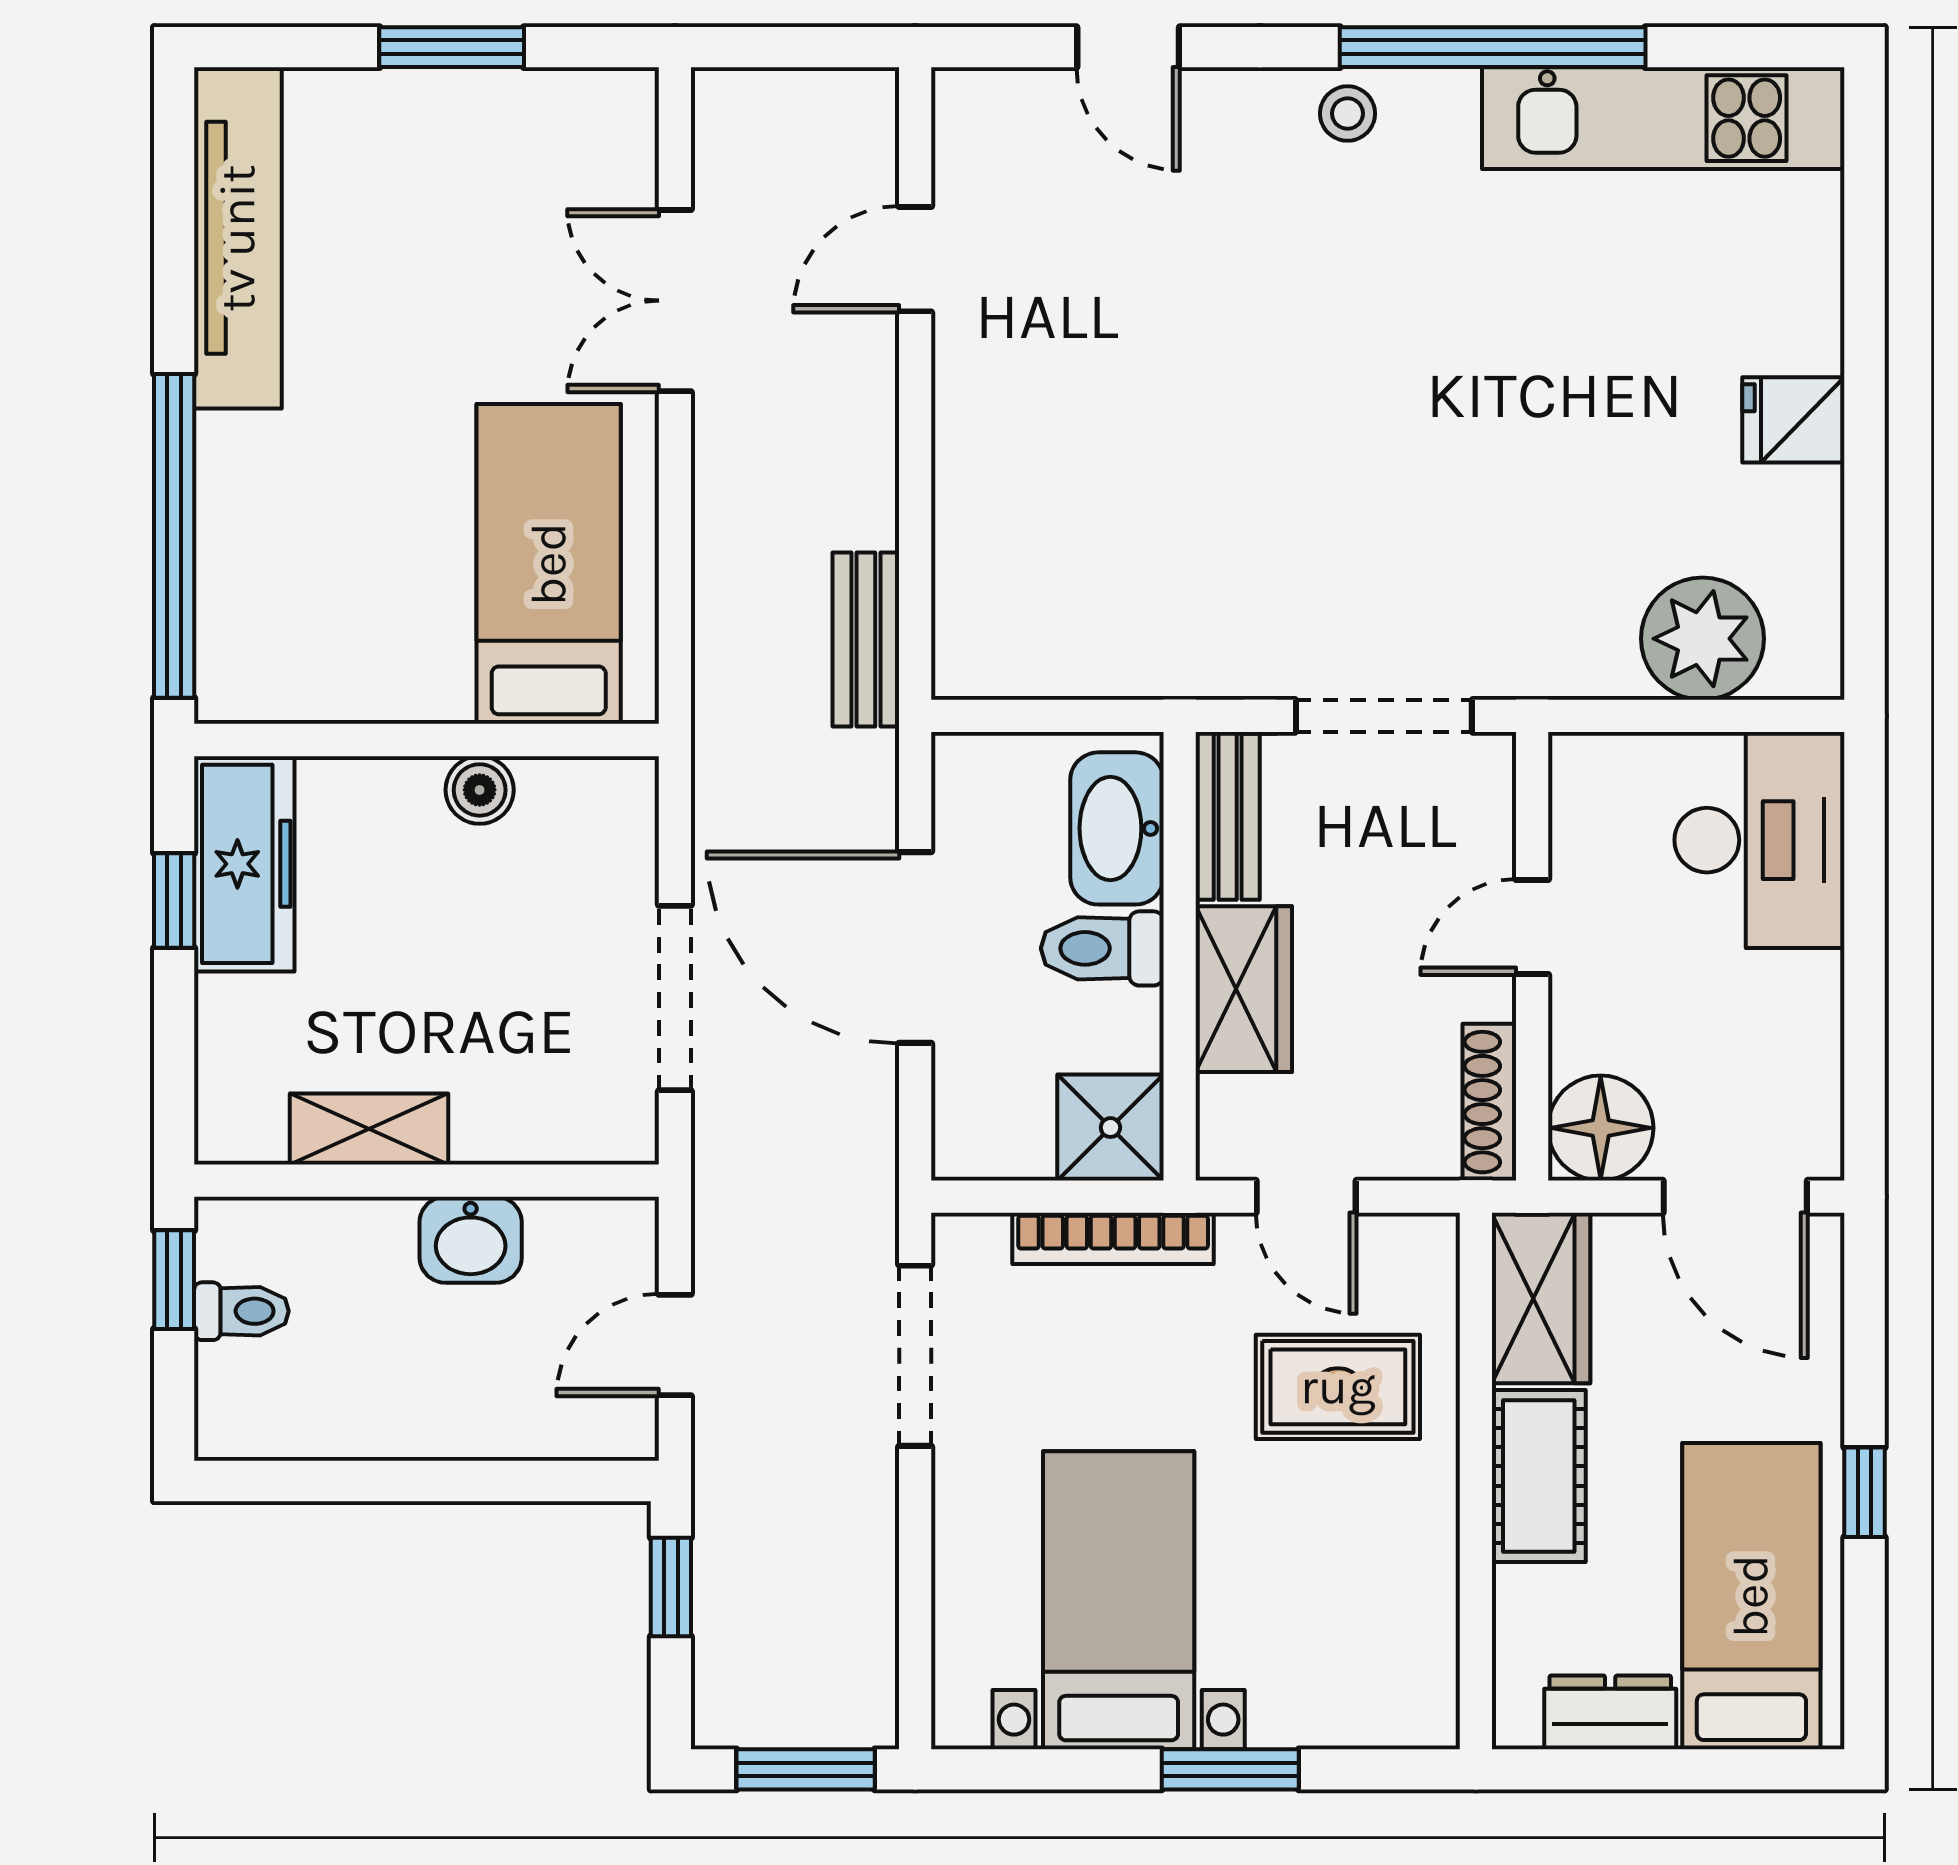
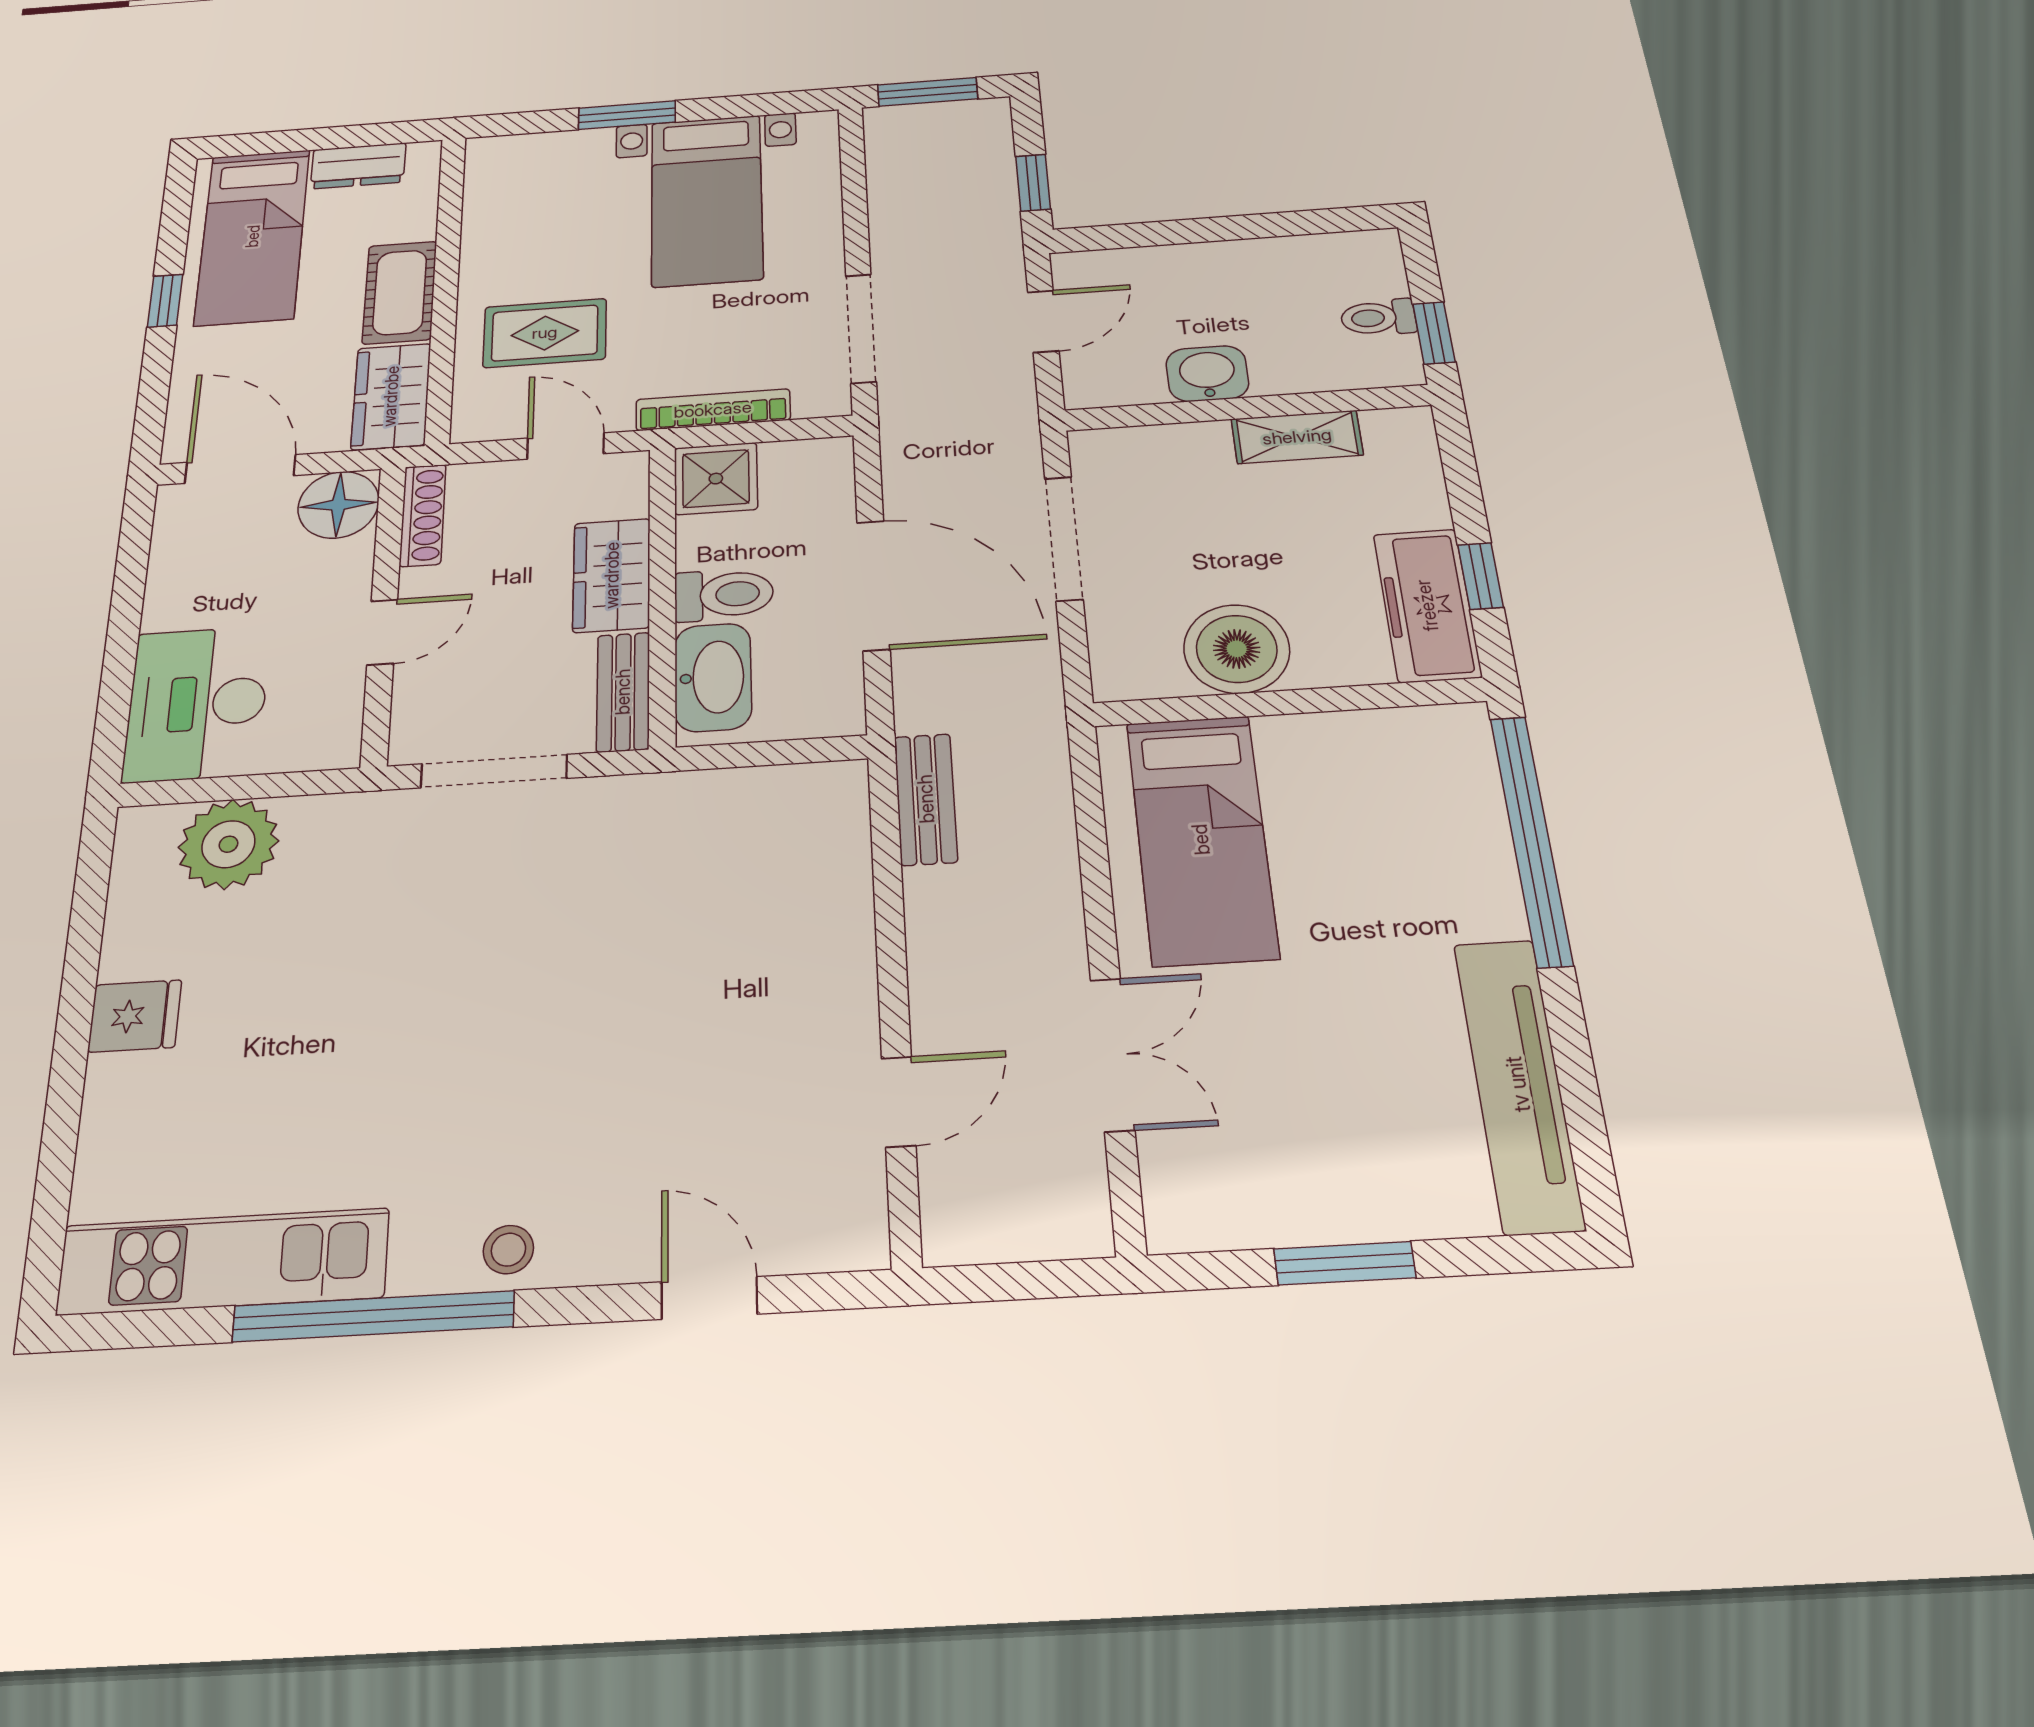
boiler: (480, 790) -> (1237, 649), width x1.86, depth x1.86

